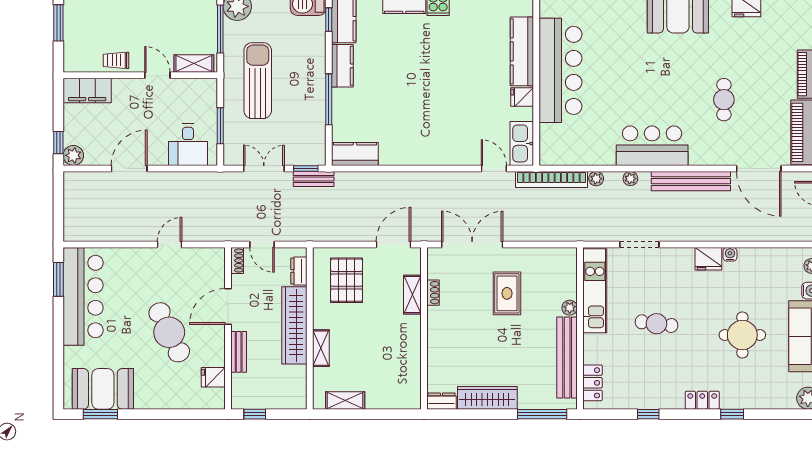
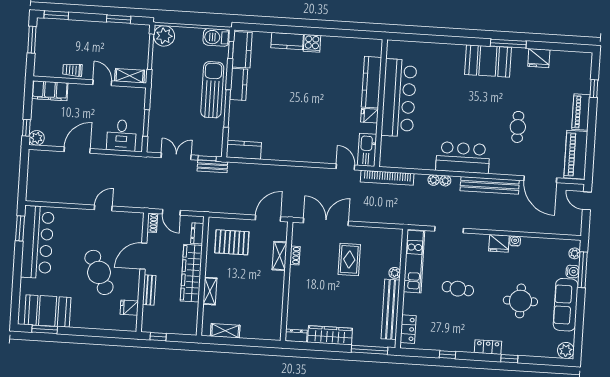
sun lounger: (258, 81) -> (212, 90), moved
plant: (596, 179) -> (434, 180), moved
pallet: (347, 280) -> (232, 242), turned 90

